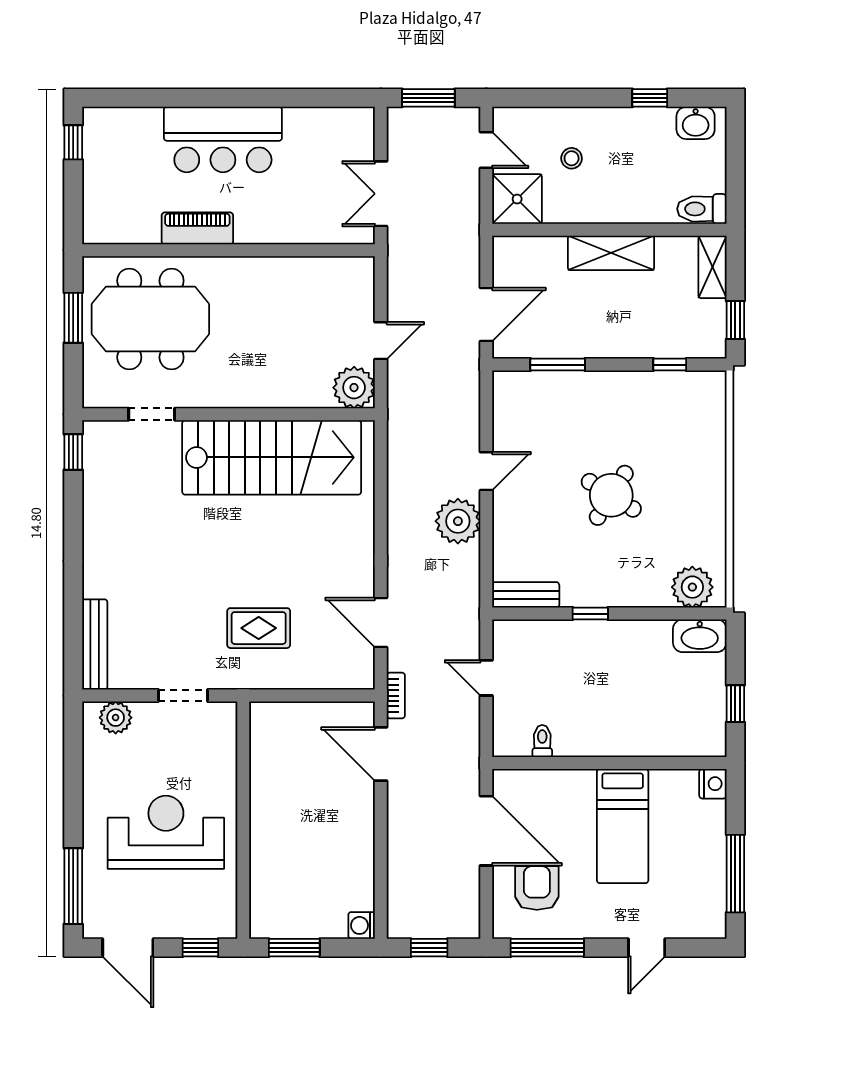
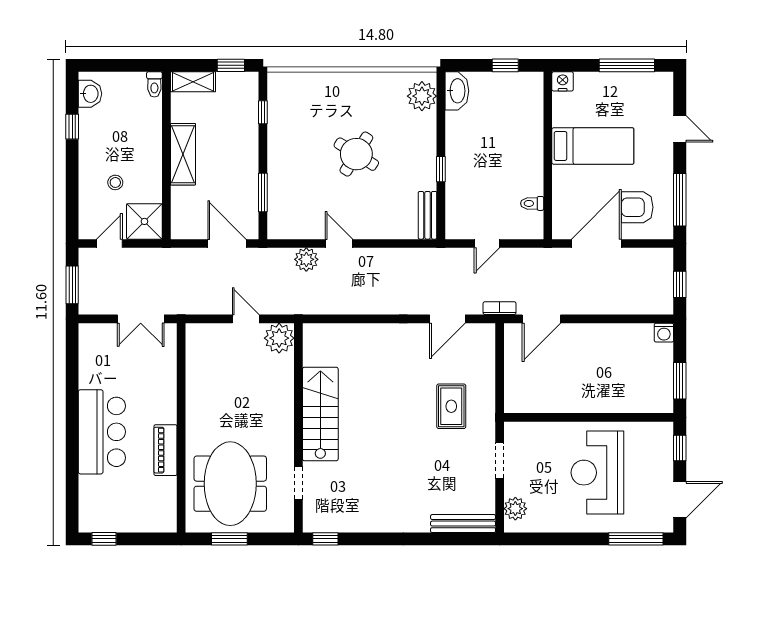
toilet: (702, 209) -> (154, 84), width x0.73, depth x0.72
stairs: (272, 457) -> (320, 414), width x0.73, depth x0.66
plant: (458, 521) -> (306, 259), moved, width x0.73, depth x0.73

